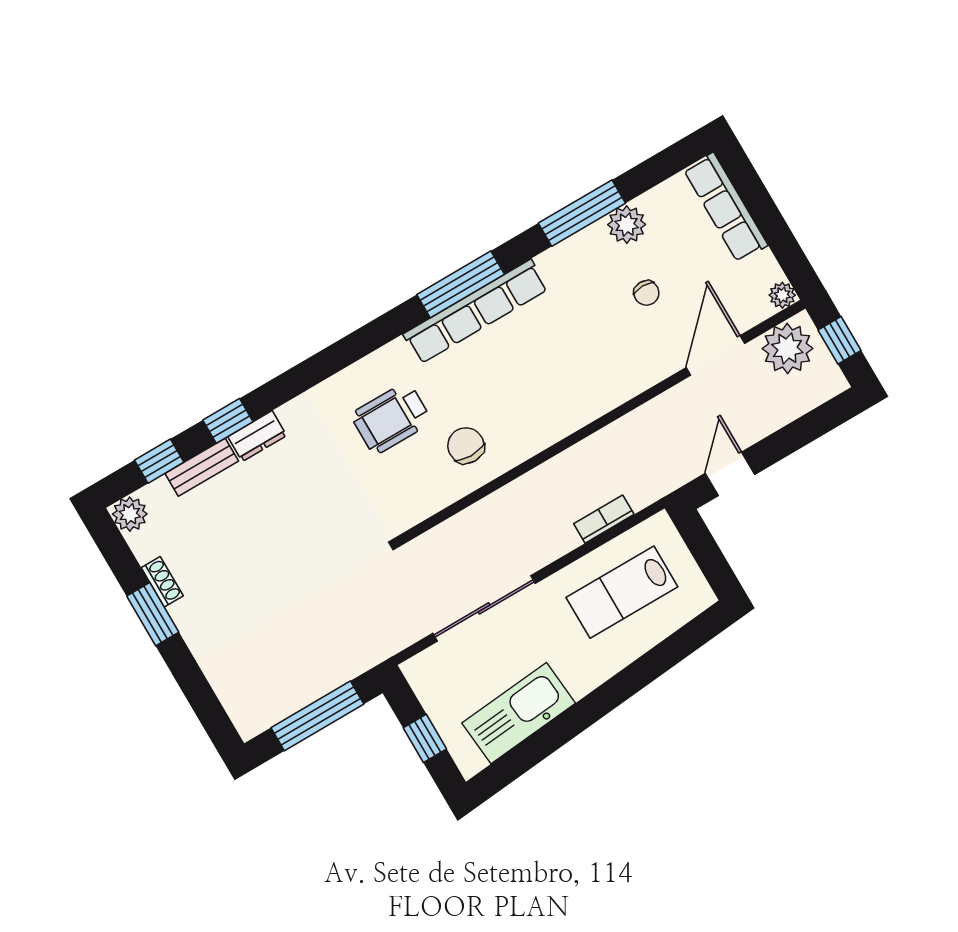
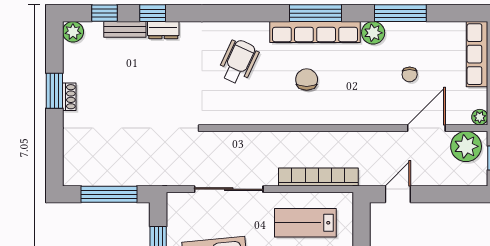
plant: (627, 225) -> (373, 33), moved
wheelchair: (391, 418) -> (238, 62), turned 115
chair: (466, 446) -> (307, 80), moved
bookcase: (604, 519) -> (318, 177), width x2.31, depth x1.31
shoe rack: (162, 582) -> (69, 97), moved

